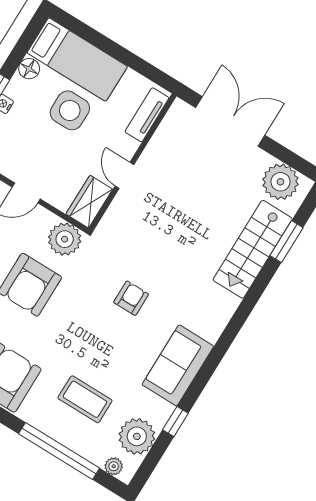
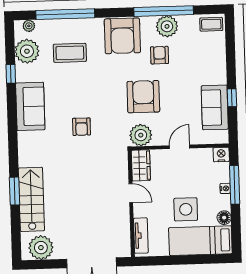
window: (287, 242) -> (14, 191), moved

